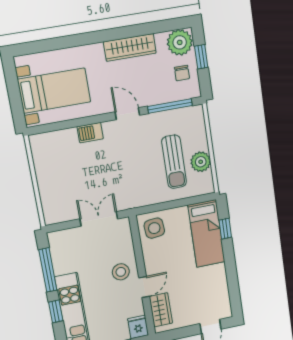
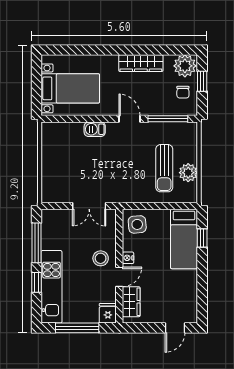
double door: (99, 219) -> (89, 206), swing flipped
nightstand: (150, 265) -> (128, 258), added

